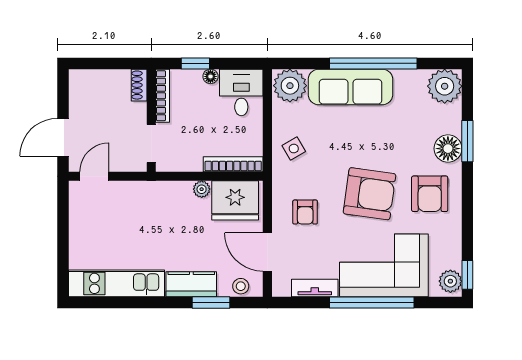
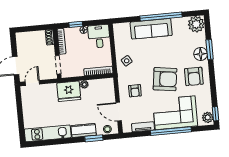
plant: (290, 86) -> (122, 31), removed
fridge: (235, 200) -> (69, 91), moved

